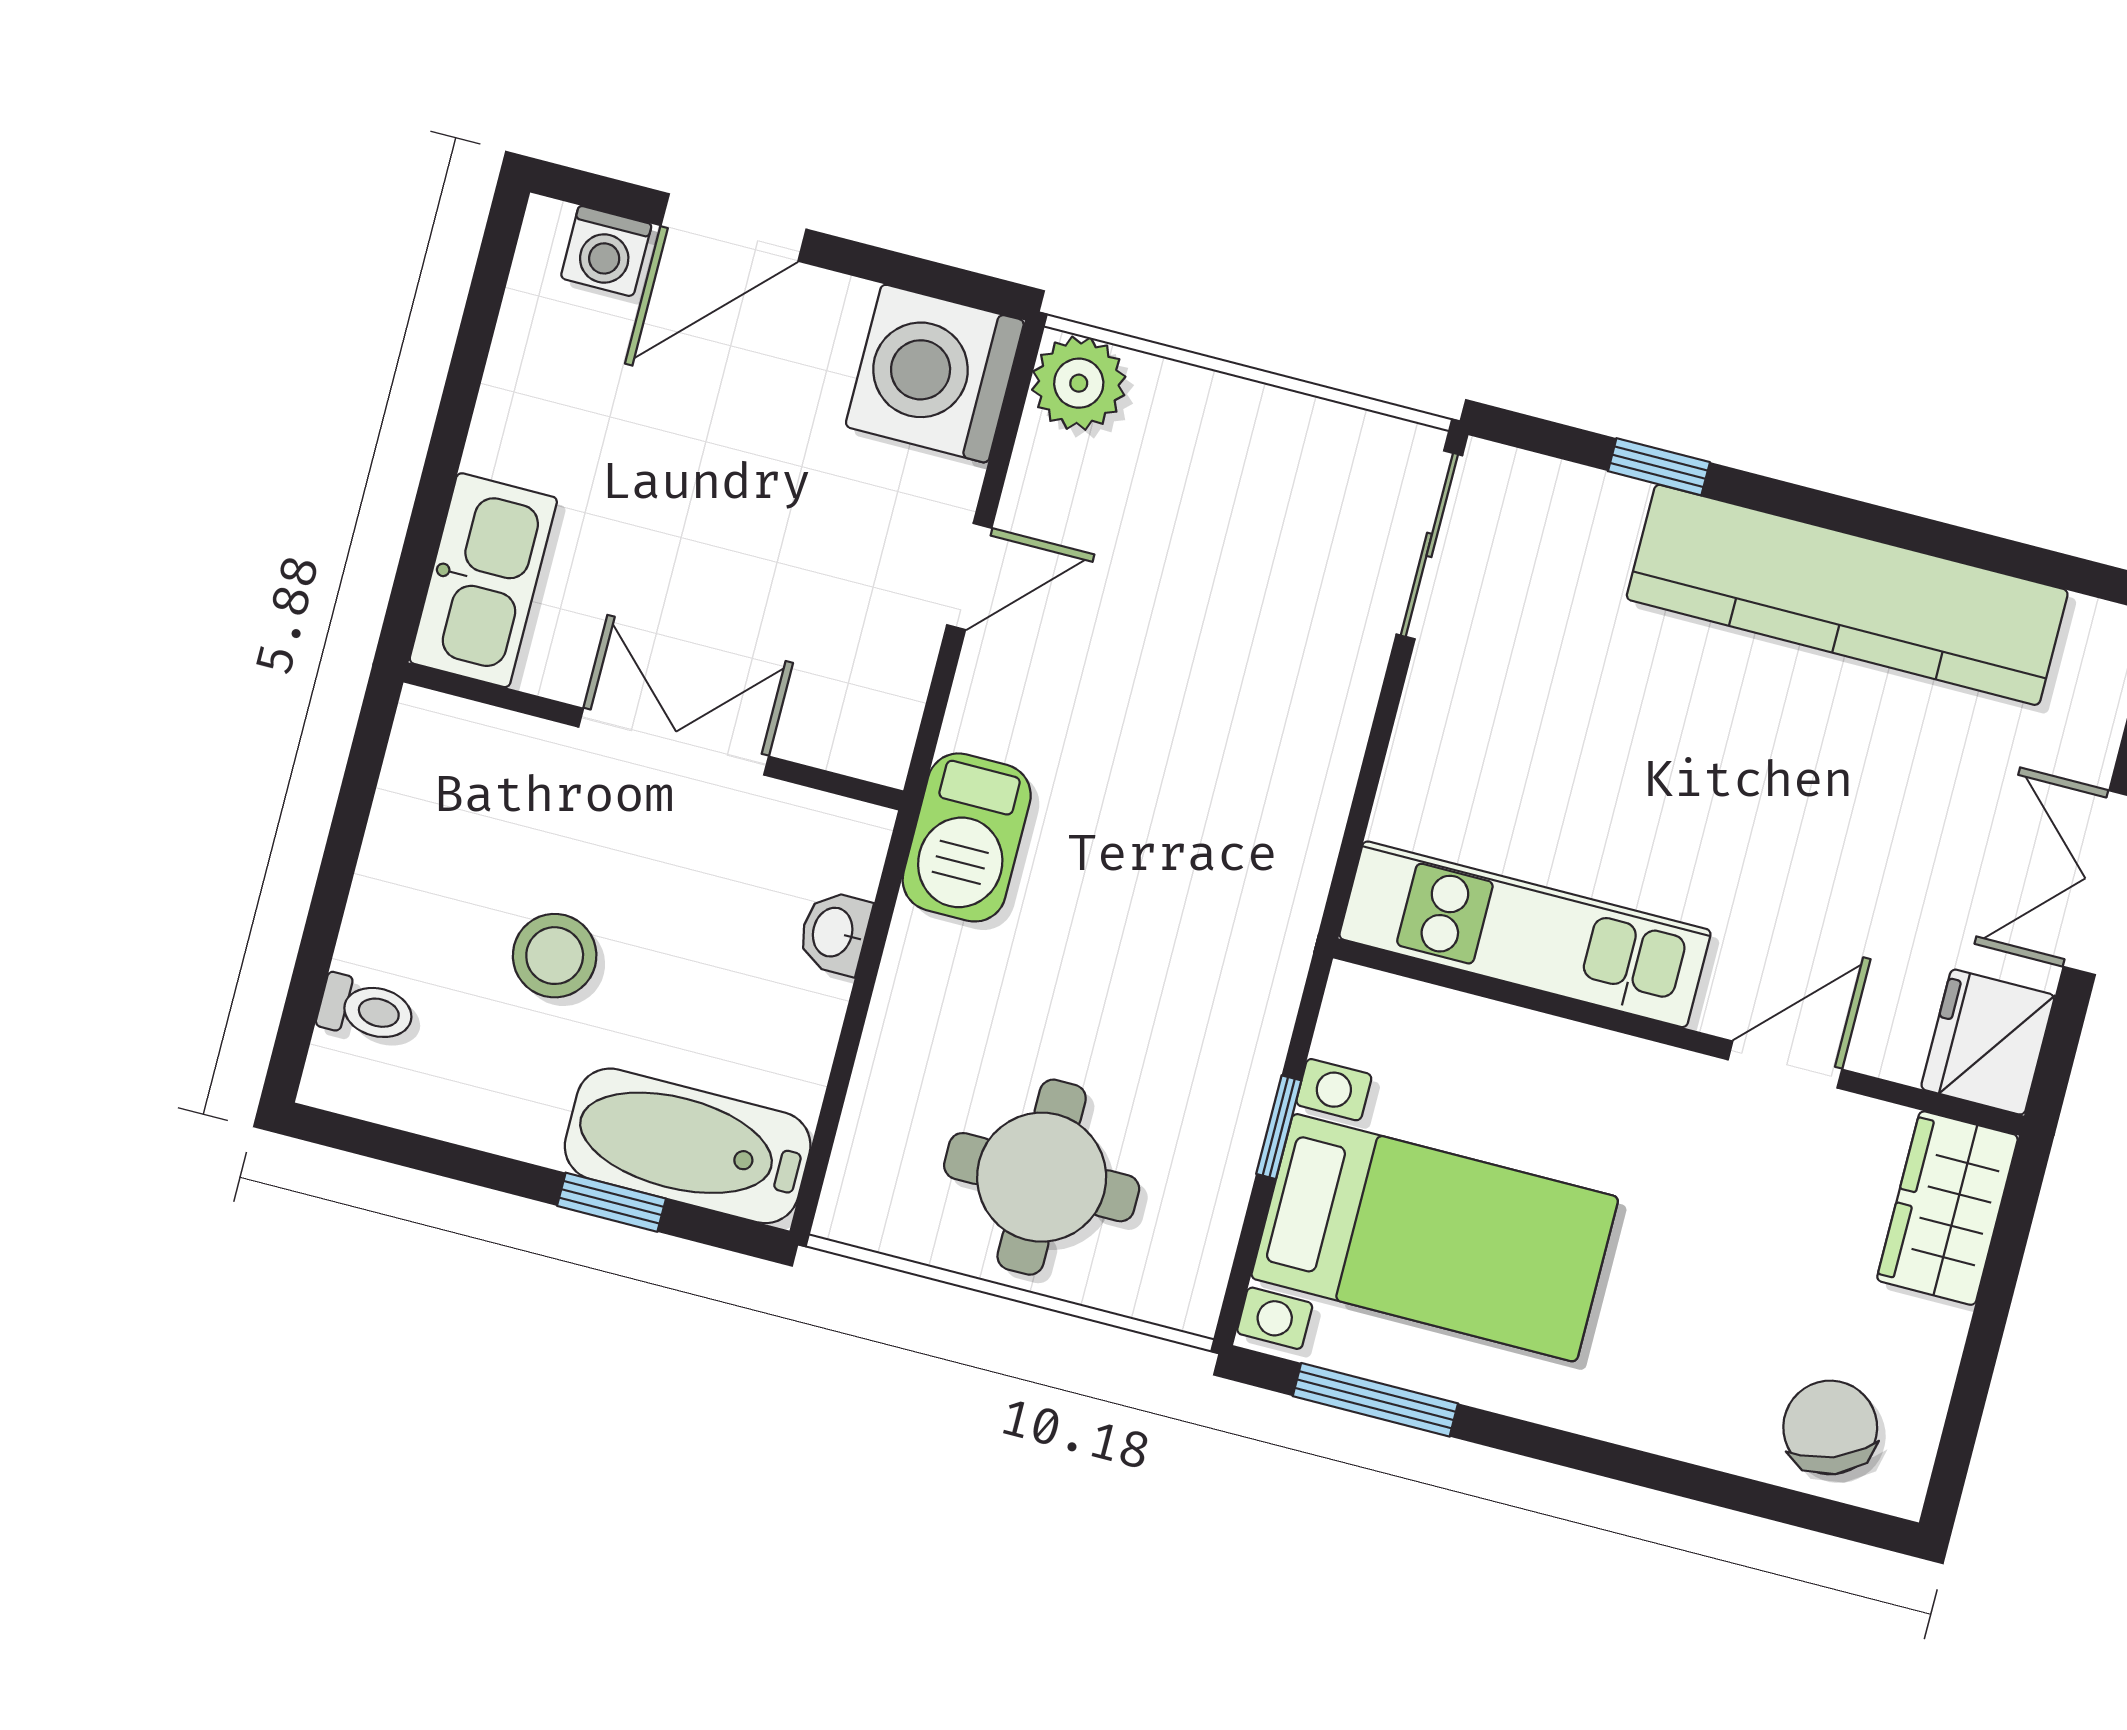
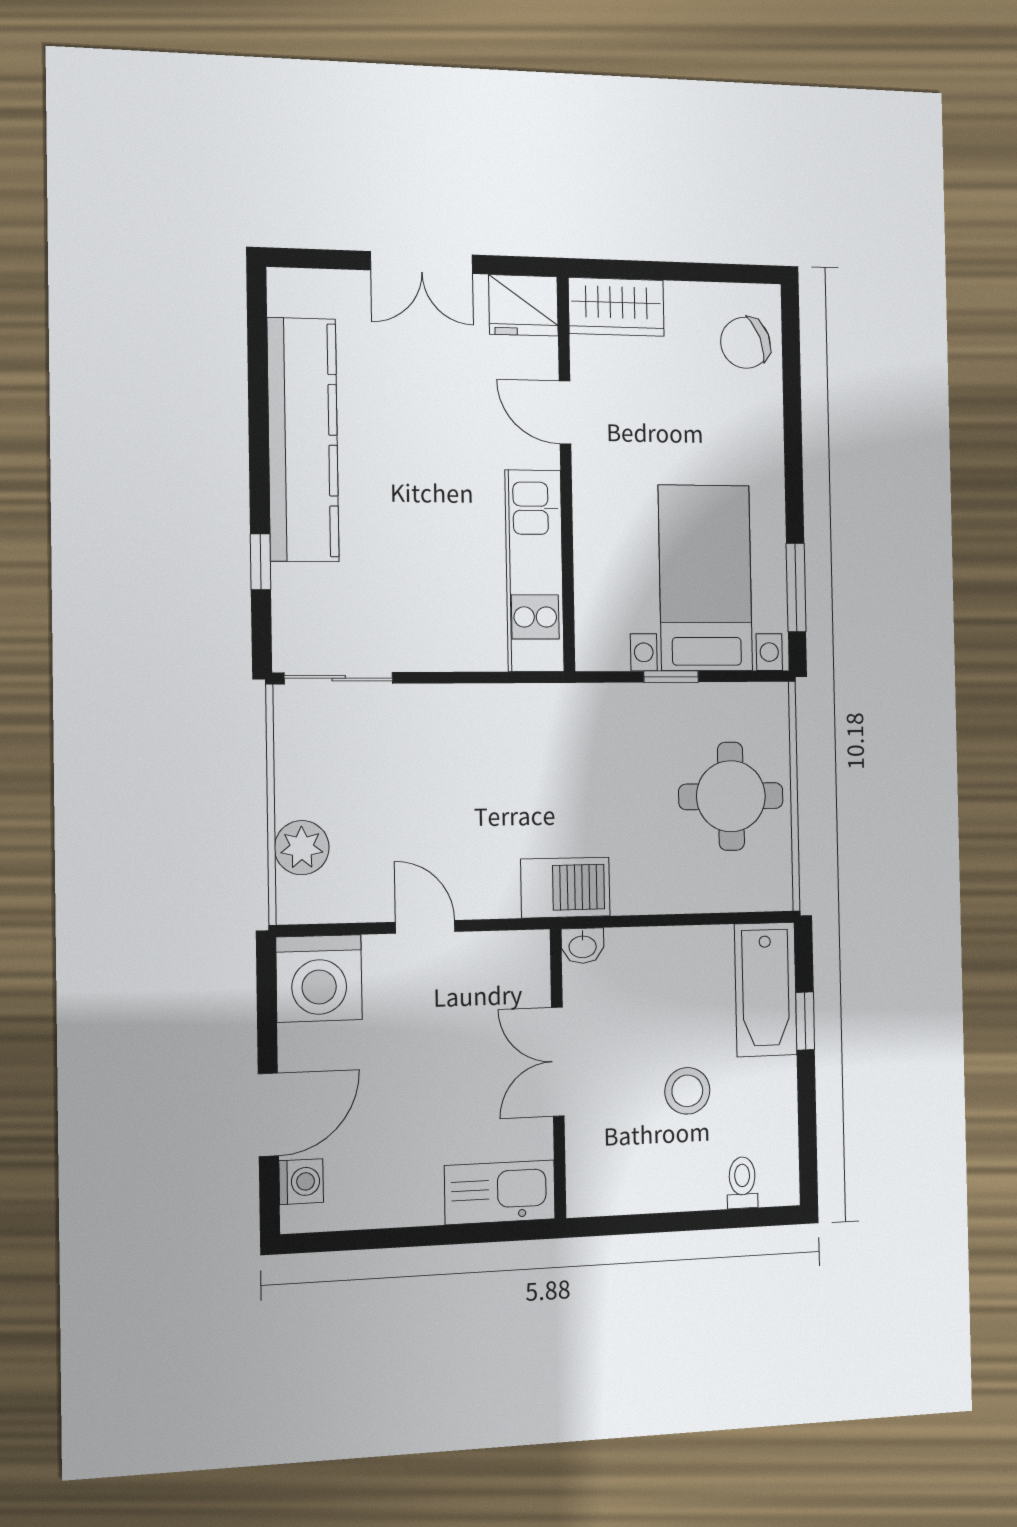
door: (734, 227) -> (268, 1115), hinge flipped
plant: (1079, 383) -> (302, 848), moved
washbasin: (834, 933) -> (583, 946), moved

